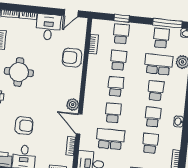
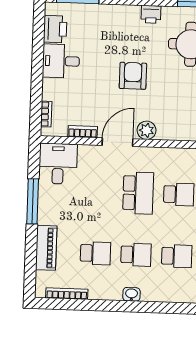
school desk: (113, 113) -> (138, 193), width x1.85
armchair: (24, 126) -> (133, 76), moved, turned 180
school desk: (110, 139) -> (98, 192), removed

